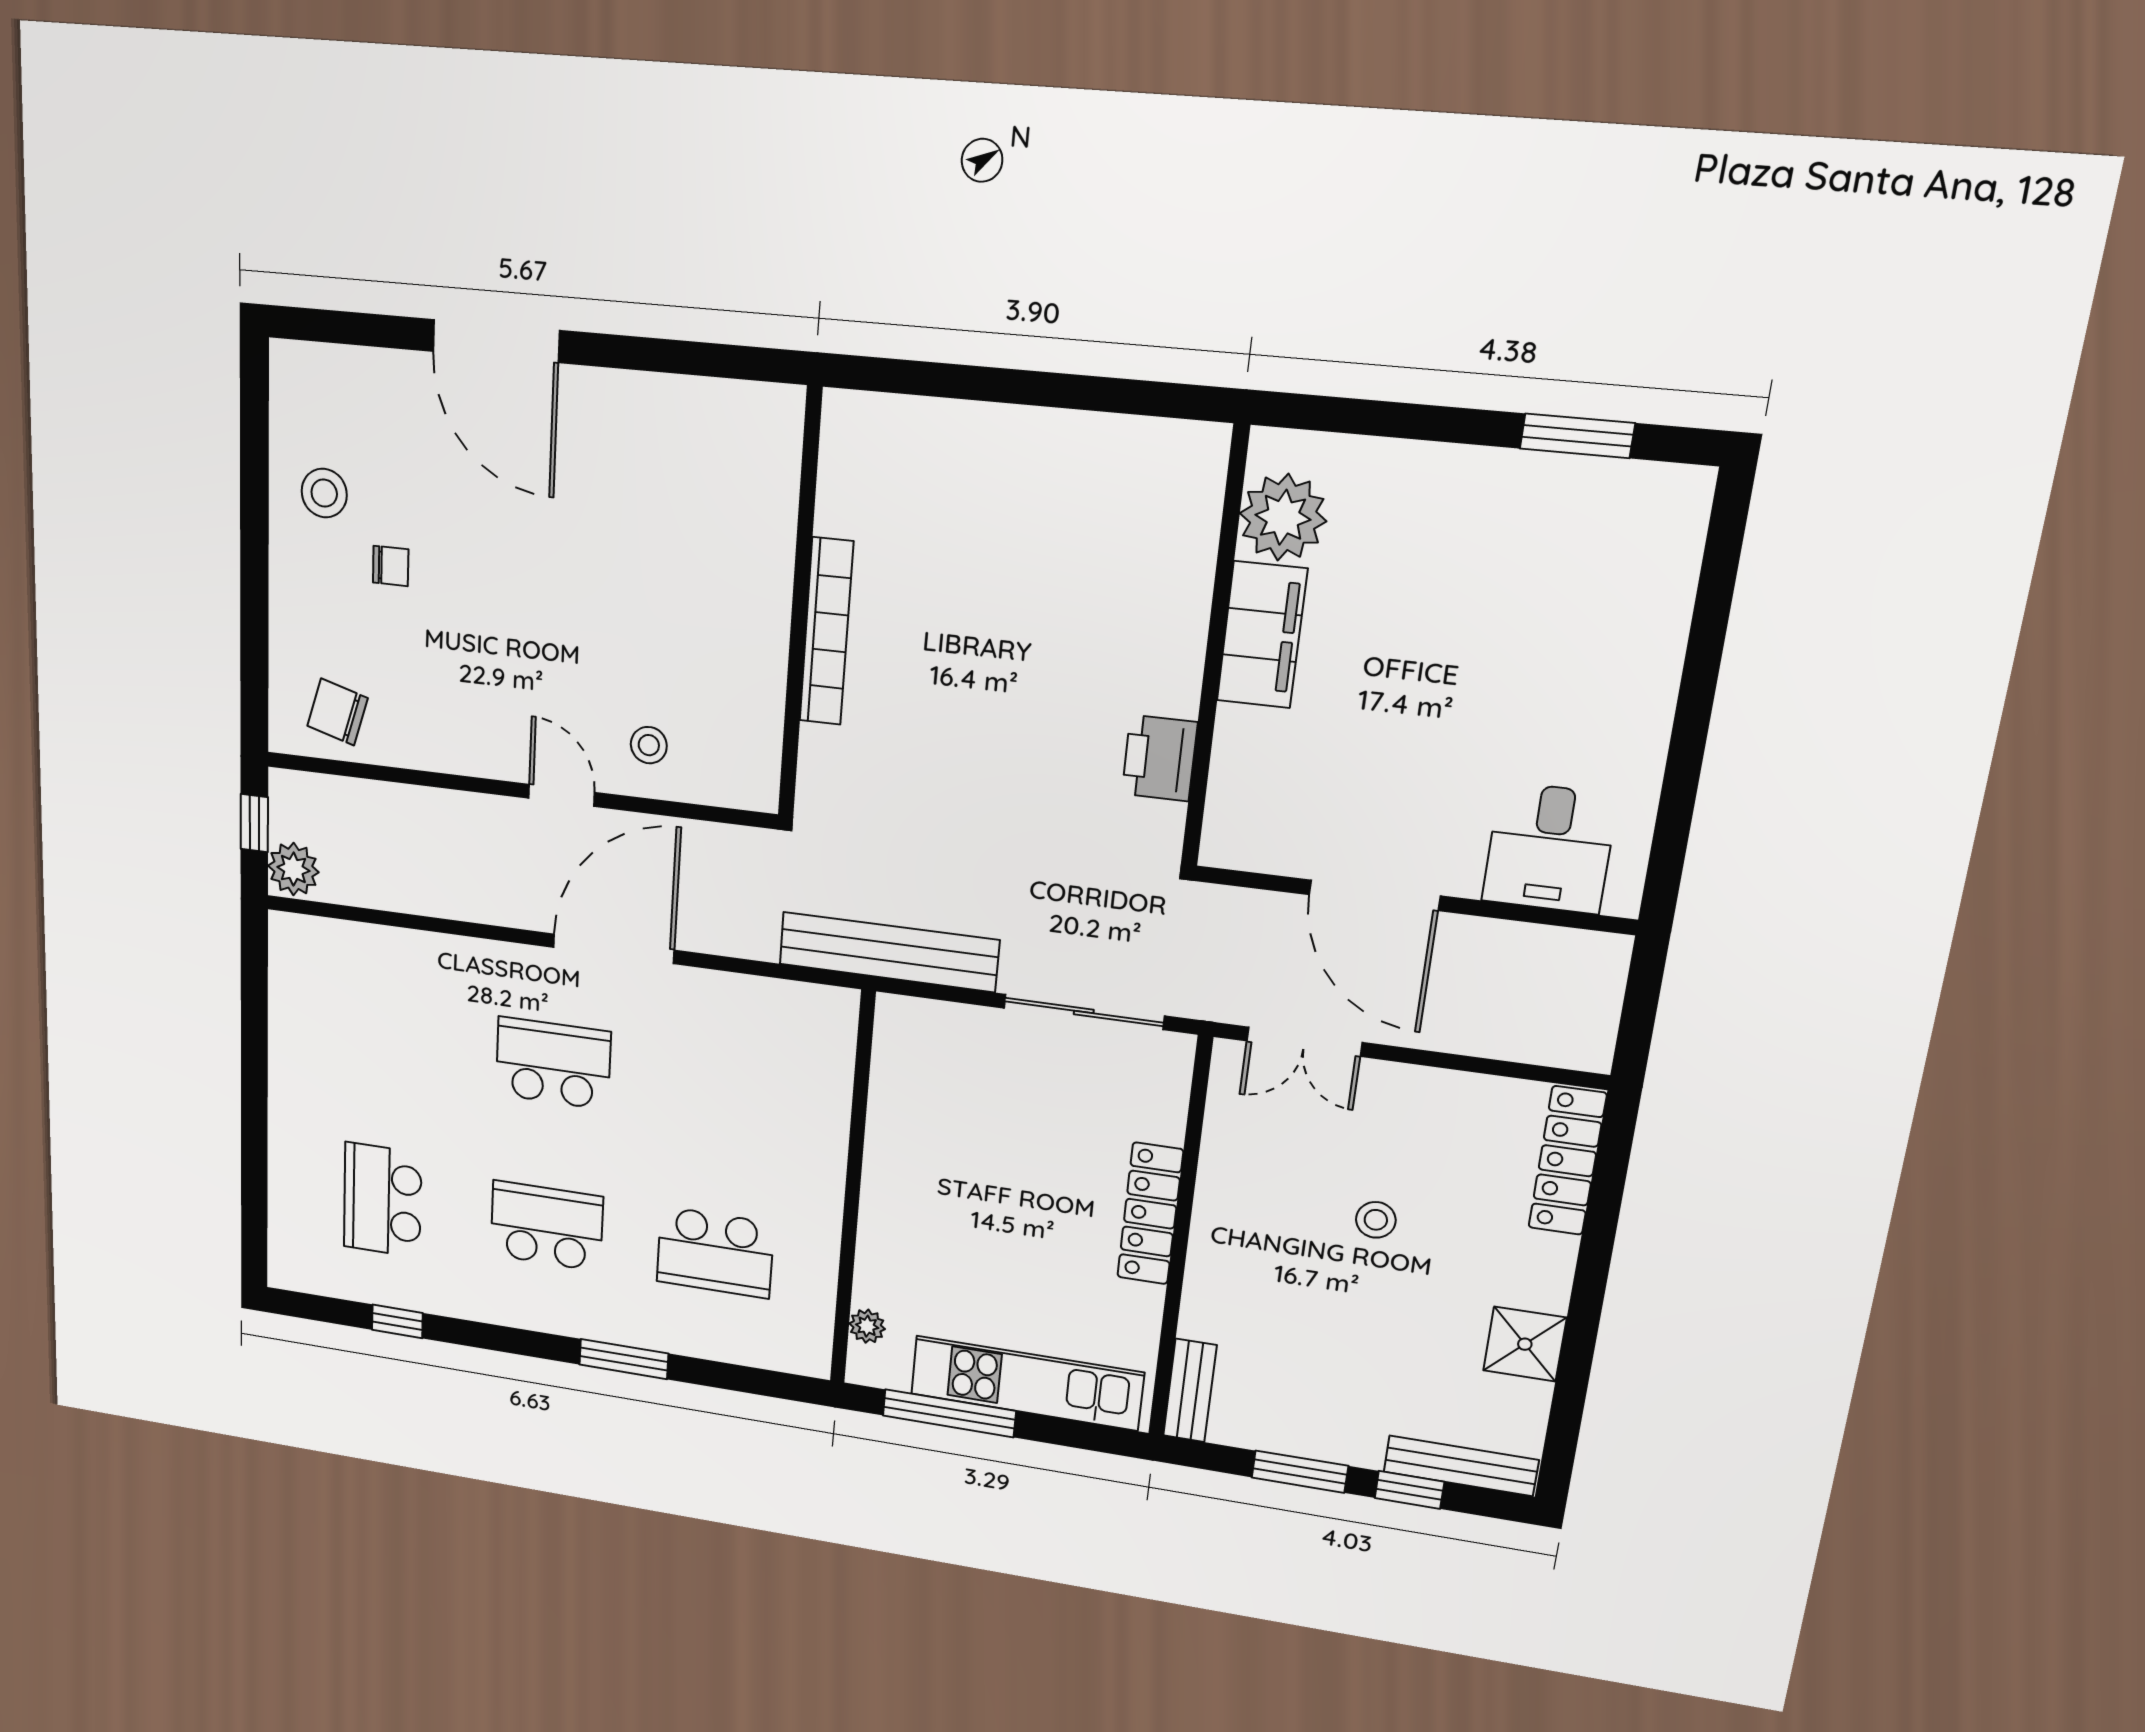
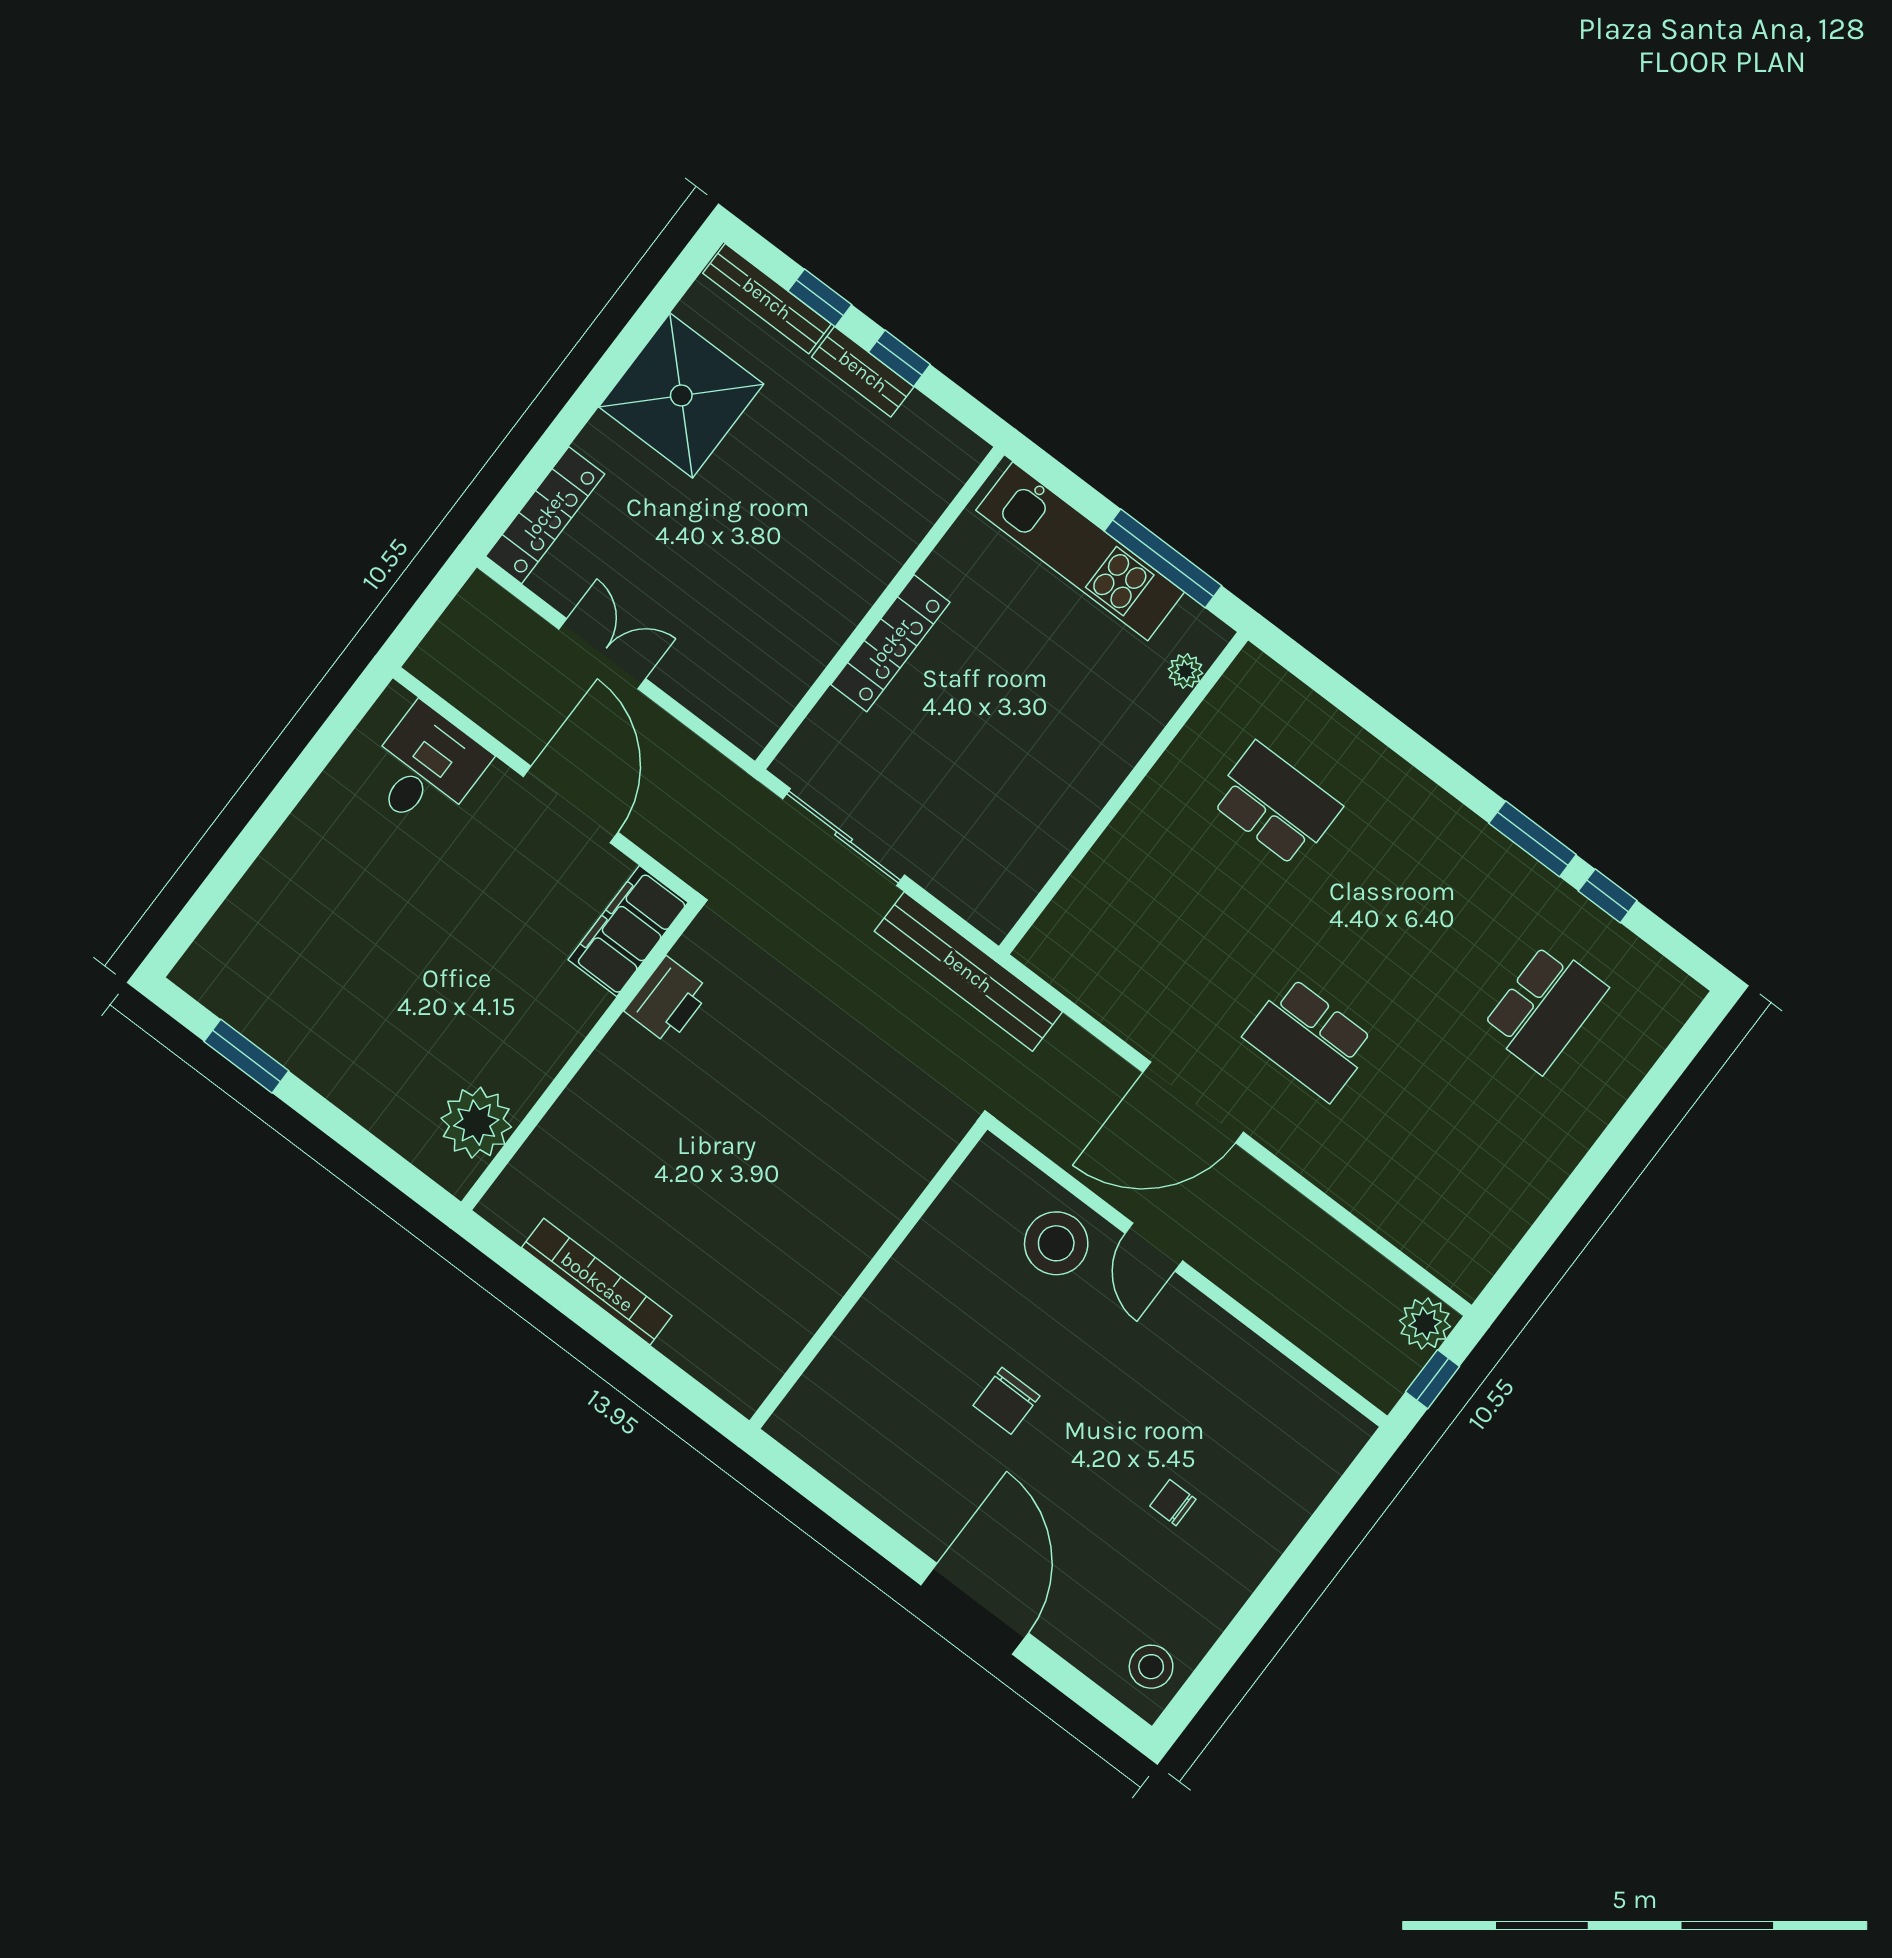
stool: (324, 493) -> (1151, 1667), moved
bookcase: (826, 632) -> (597, 1282), moved, turned 90
filing cabinet: (1262, 635) -> (628, 931), moved
chair: (337, 712) -> (1006, 1401), moved, turned 74
stool: (649, 745) -> (1056, 1243), width x1.89, depth x1.89
double door: (1304, 1042) -> (602, 654), moved
stool: (1376, 1220) -> (716, 544), removed
school desk: (547, 1226) -> (1410, 906), removed
shower: (1525, 1344) -> (681, 395), width x1.86, depth x1.86
window: (624, 1359) -> (1533, 839), moved
bench: (1190, 1390) -> (863, 372), moved, turned 90
window: (1300, 1472) -> (899, 358), width x0.67

